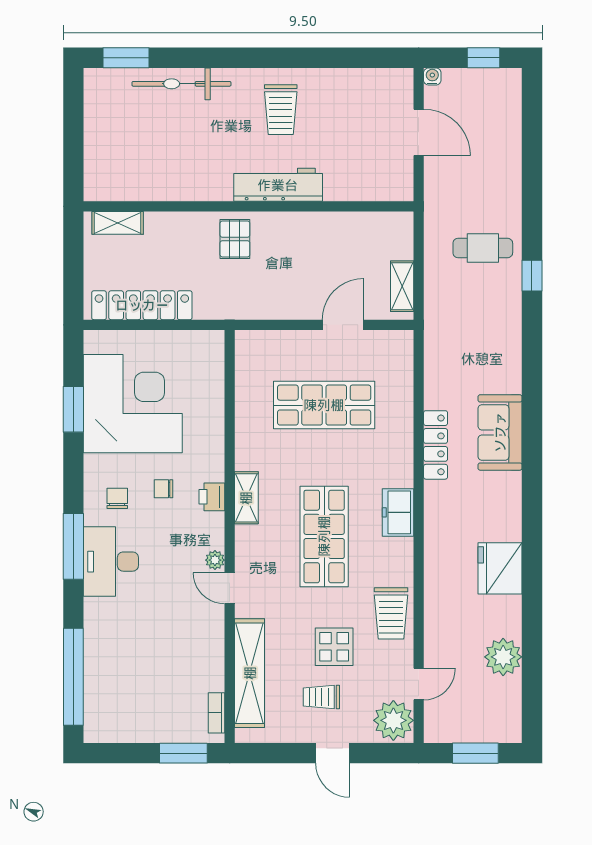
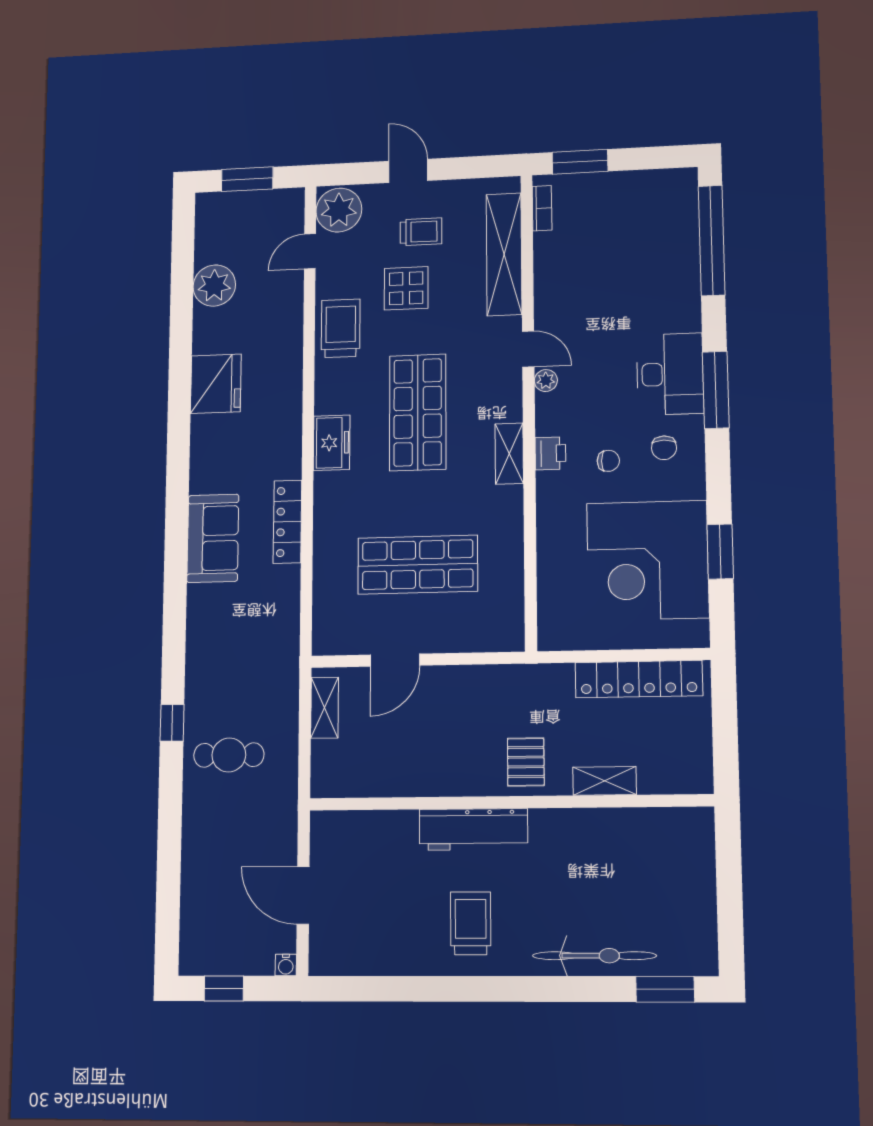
shelving: (118, 223) -> (605, 781), moved

